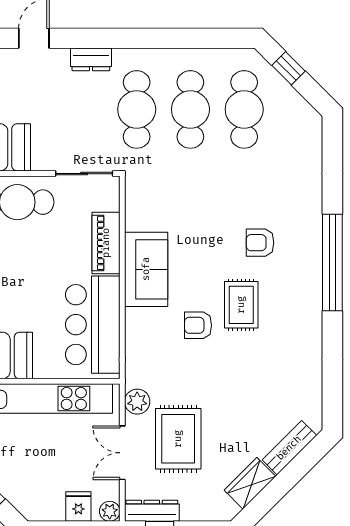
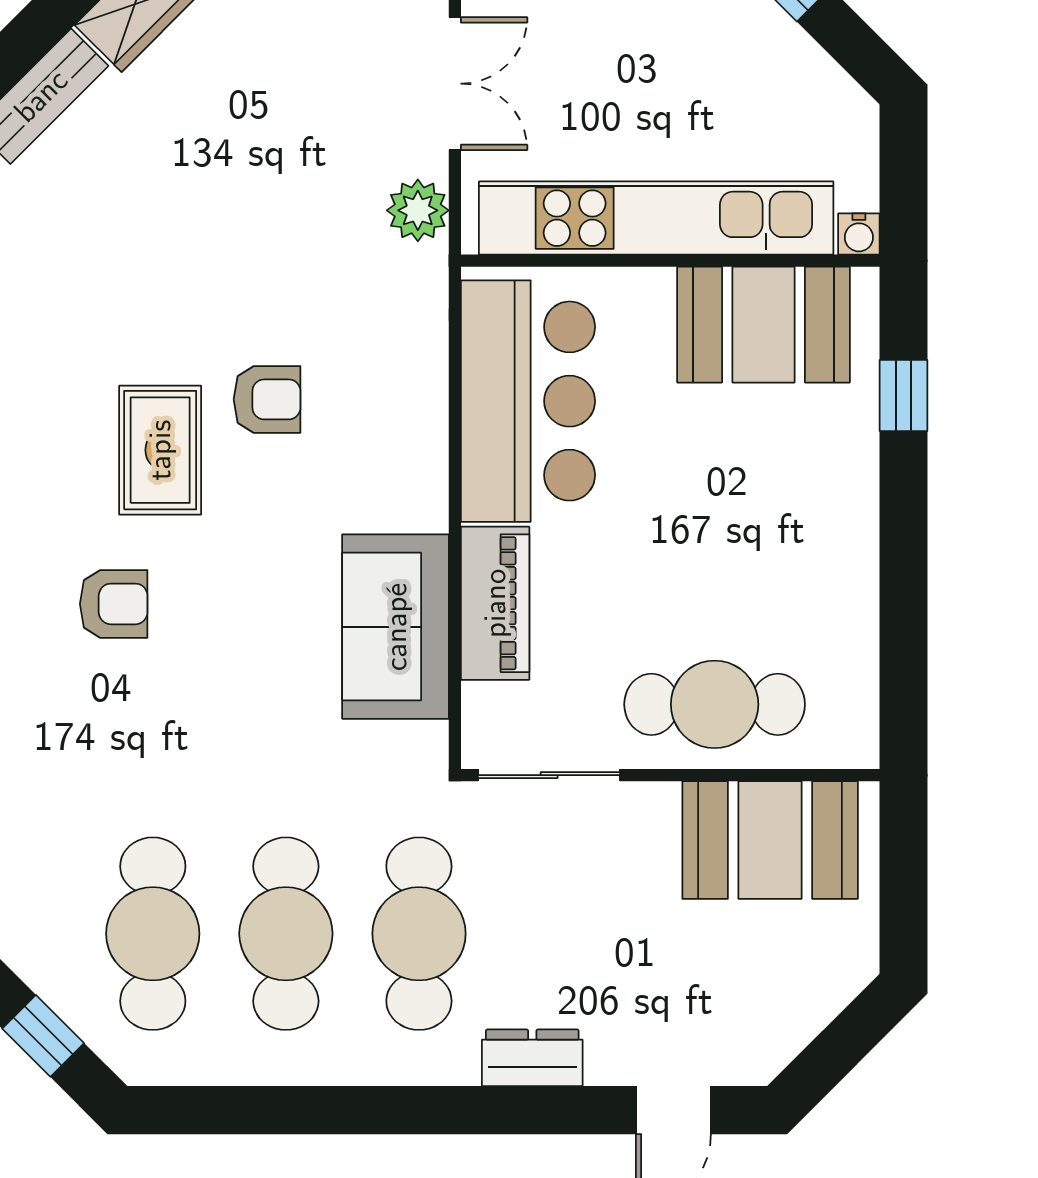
sofa: (146, 269) -> (396, 627), moved
rug: (178, 439) -> (316, 118), removed

